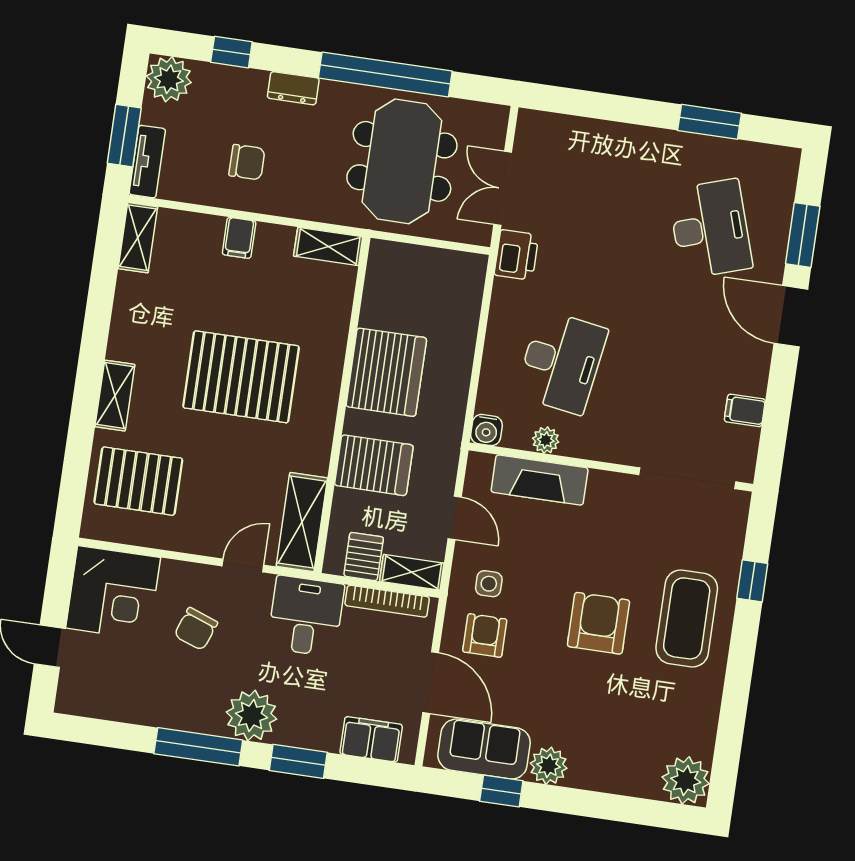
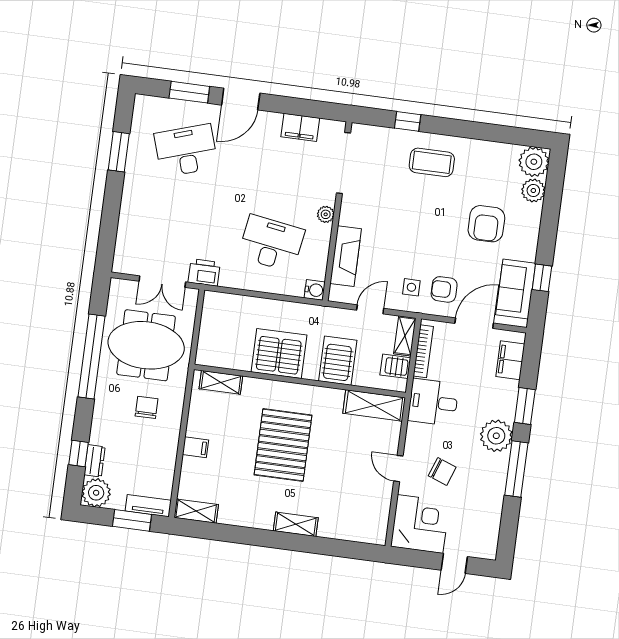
dresser: (293, 88) -> (95, 461), moved
chair: (247, 162) -> (147, 407), moved
shelving: (328, 246) -> (221, 382), moved, turned 90
filing cabinet: (745, 410) -> (300, 127), width x2.00
plant: (546, 440) -> (326, 214), moved
pallet: (138, 481) -> (349, 509), removed
door: (243, 566) -> (398, 469), moved
coffee table: (687, 618) -> (432, 162), width x0.73, depth x0.76
armchair: (598, 623) -> (486, 224), moved, turned -90
plant: (549, 766) -> (533, 190), moved

